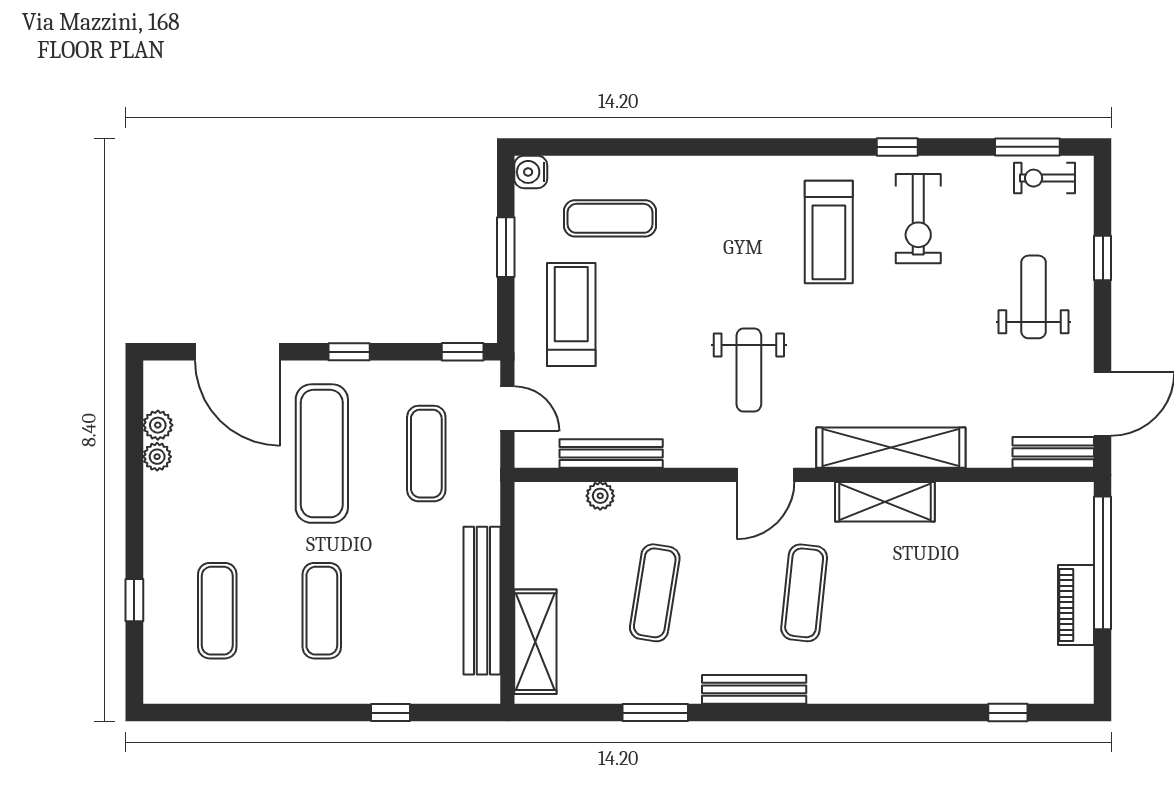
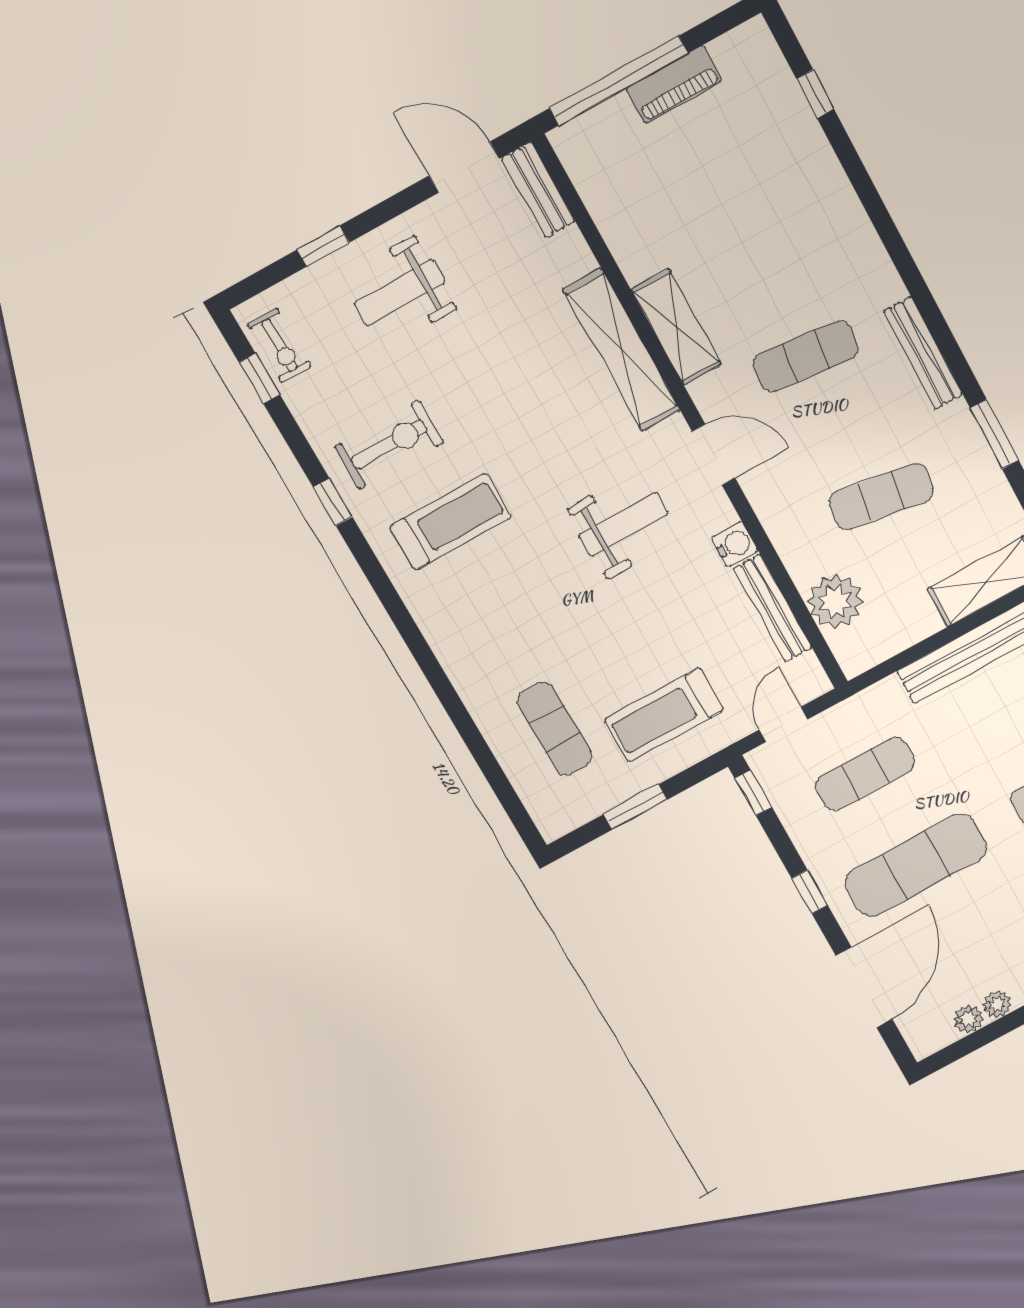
window: (1027, 147) -> (259, 379), width x0.67
water cooler: (531, 172) -> (735, 544), moved, turned -90
plant: (600, 496) -> (835, 601), width x1.87, depth x1.87

